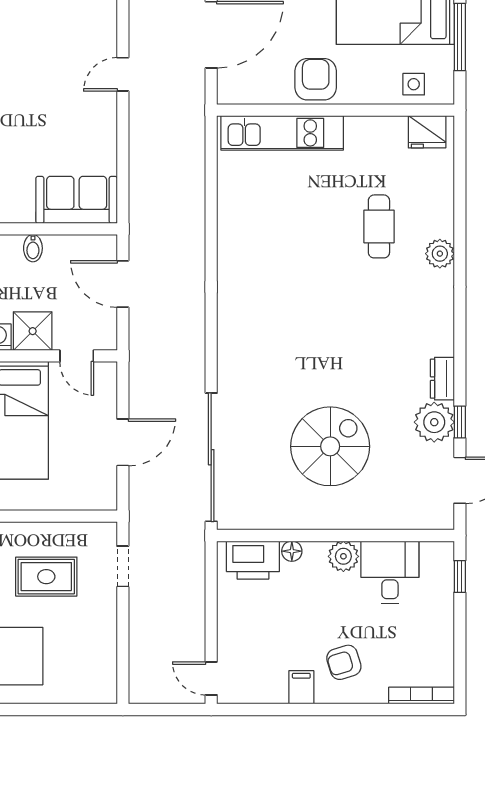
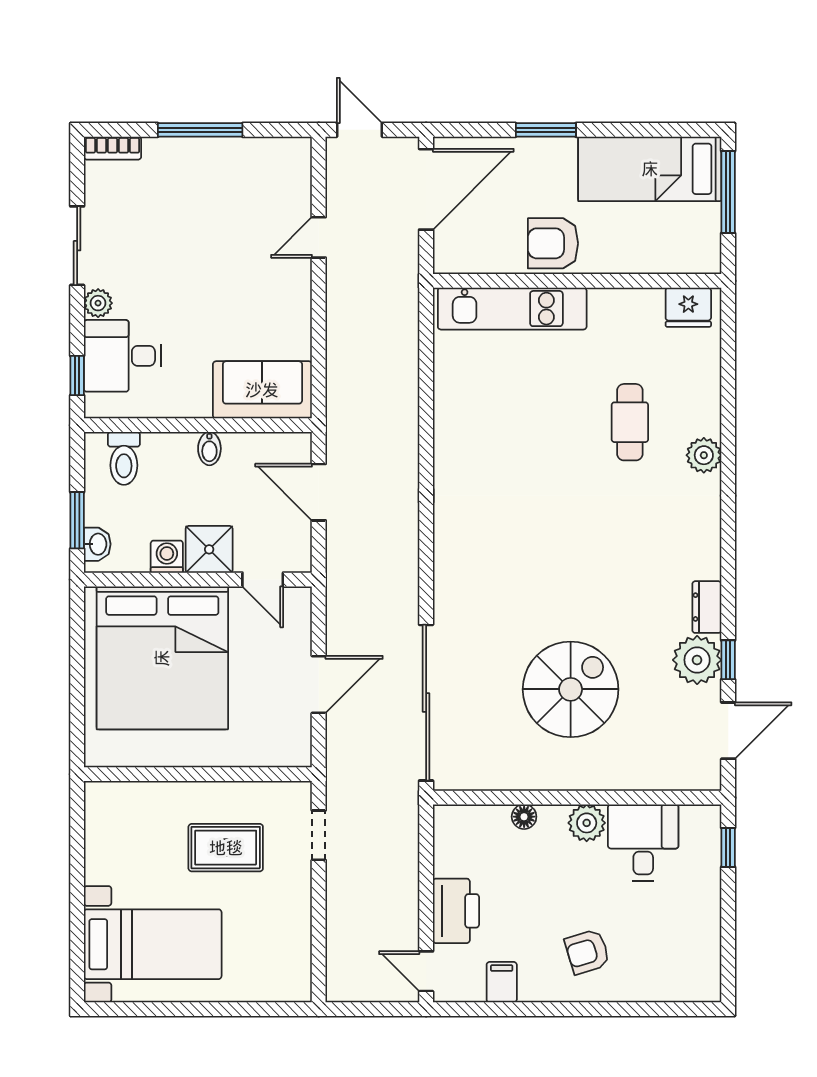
armchair: (316, 79) -> (553, 243), turned -90
side table: (414, 84) -> (672, 249), removed
printer: (253, 560) -> (456, 911), moved, turned -90
filing cabinet: (301, 687) -> (502, 982), moved
bookcase: (421, 696) -> (682, 992), removed

